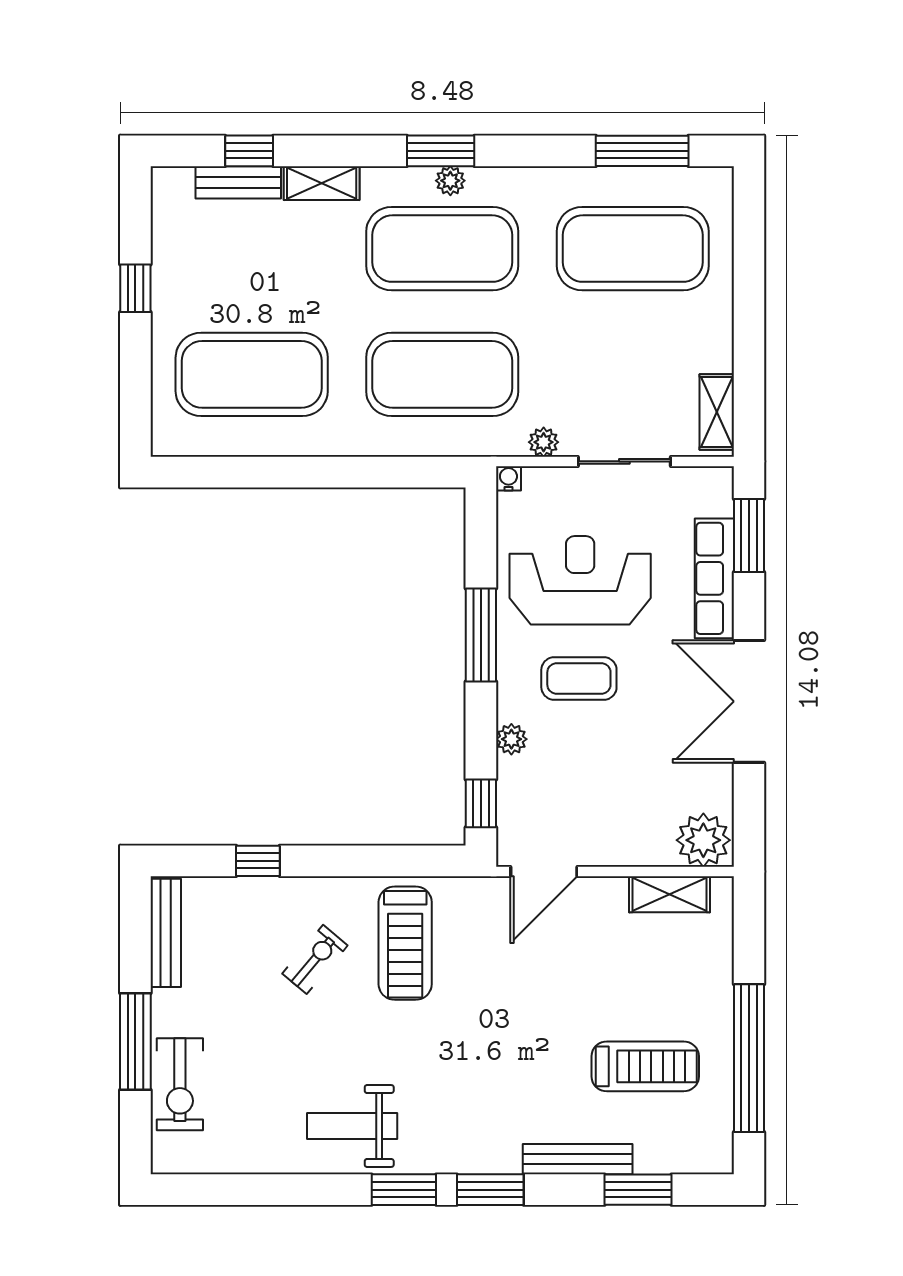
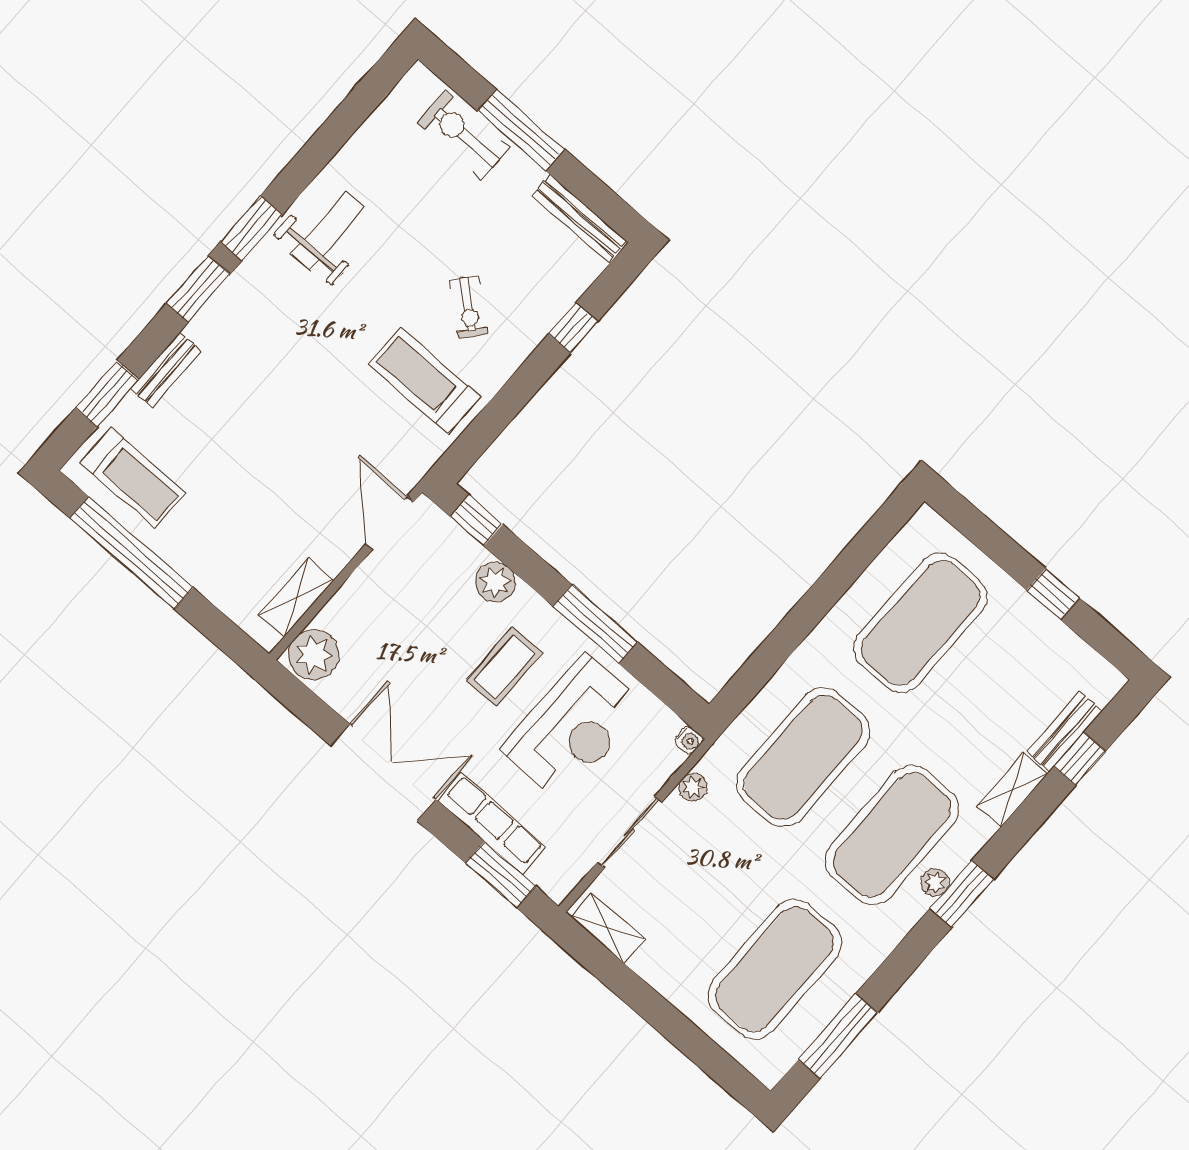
plant: (511, 739) -> (495, 582), width x1.38, depth x1.38
treadmill: (645, 1066) -> (133, 478), moved, turned -90
bench: (578, 1159) -> (166, 370), width x0.73

